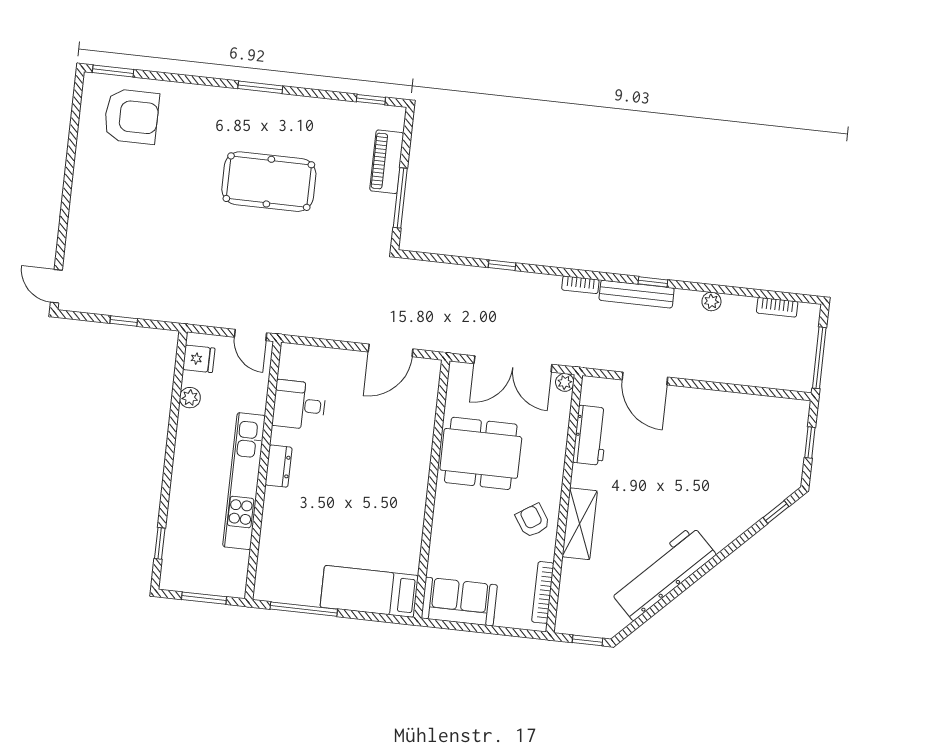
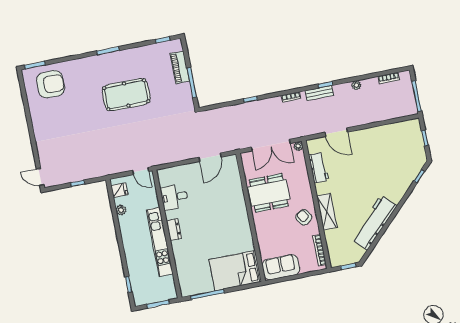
bench: (637, 294) -> (319, 93), width x0.73
bed: (369, 591) -> (235, 271), width x1.50

